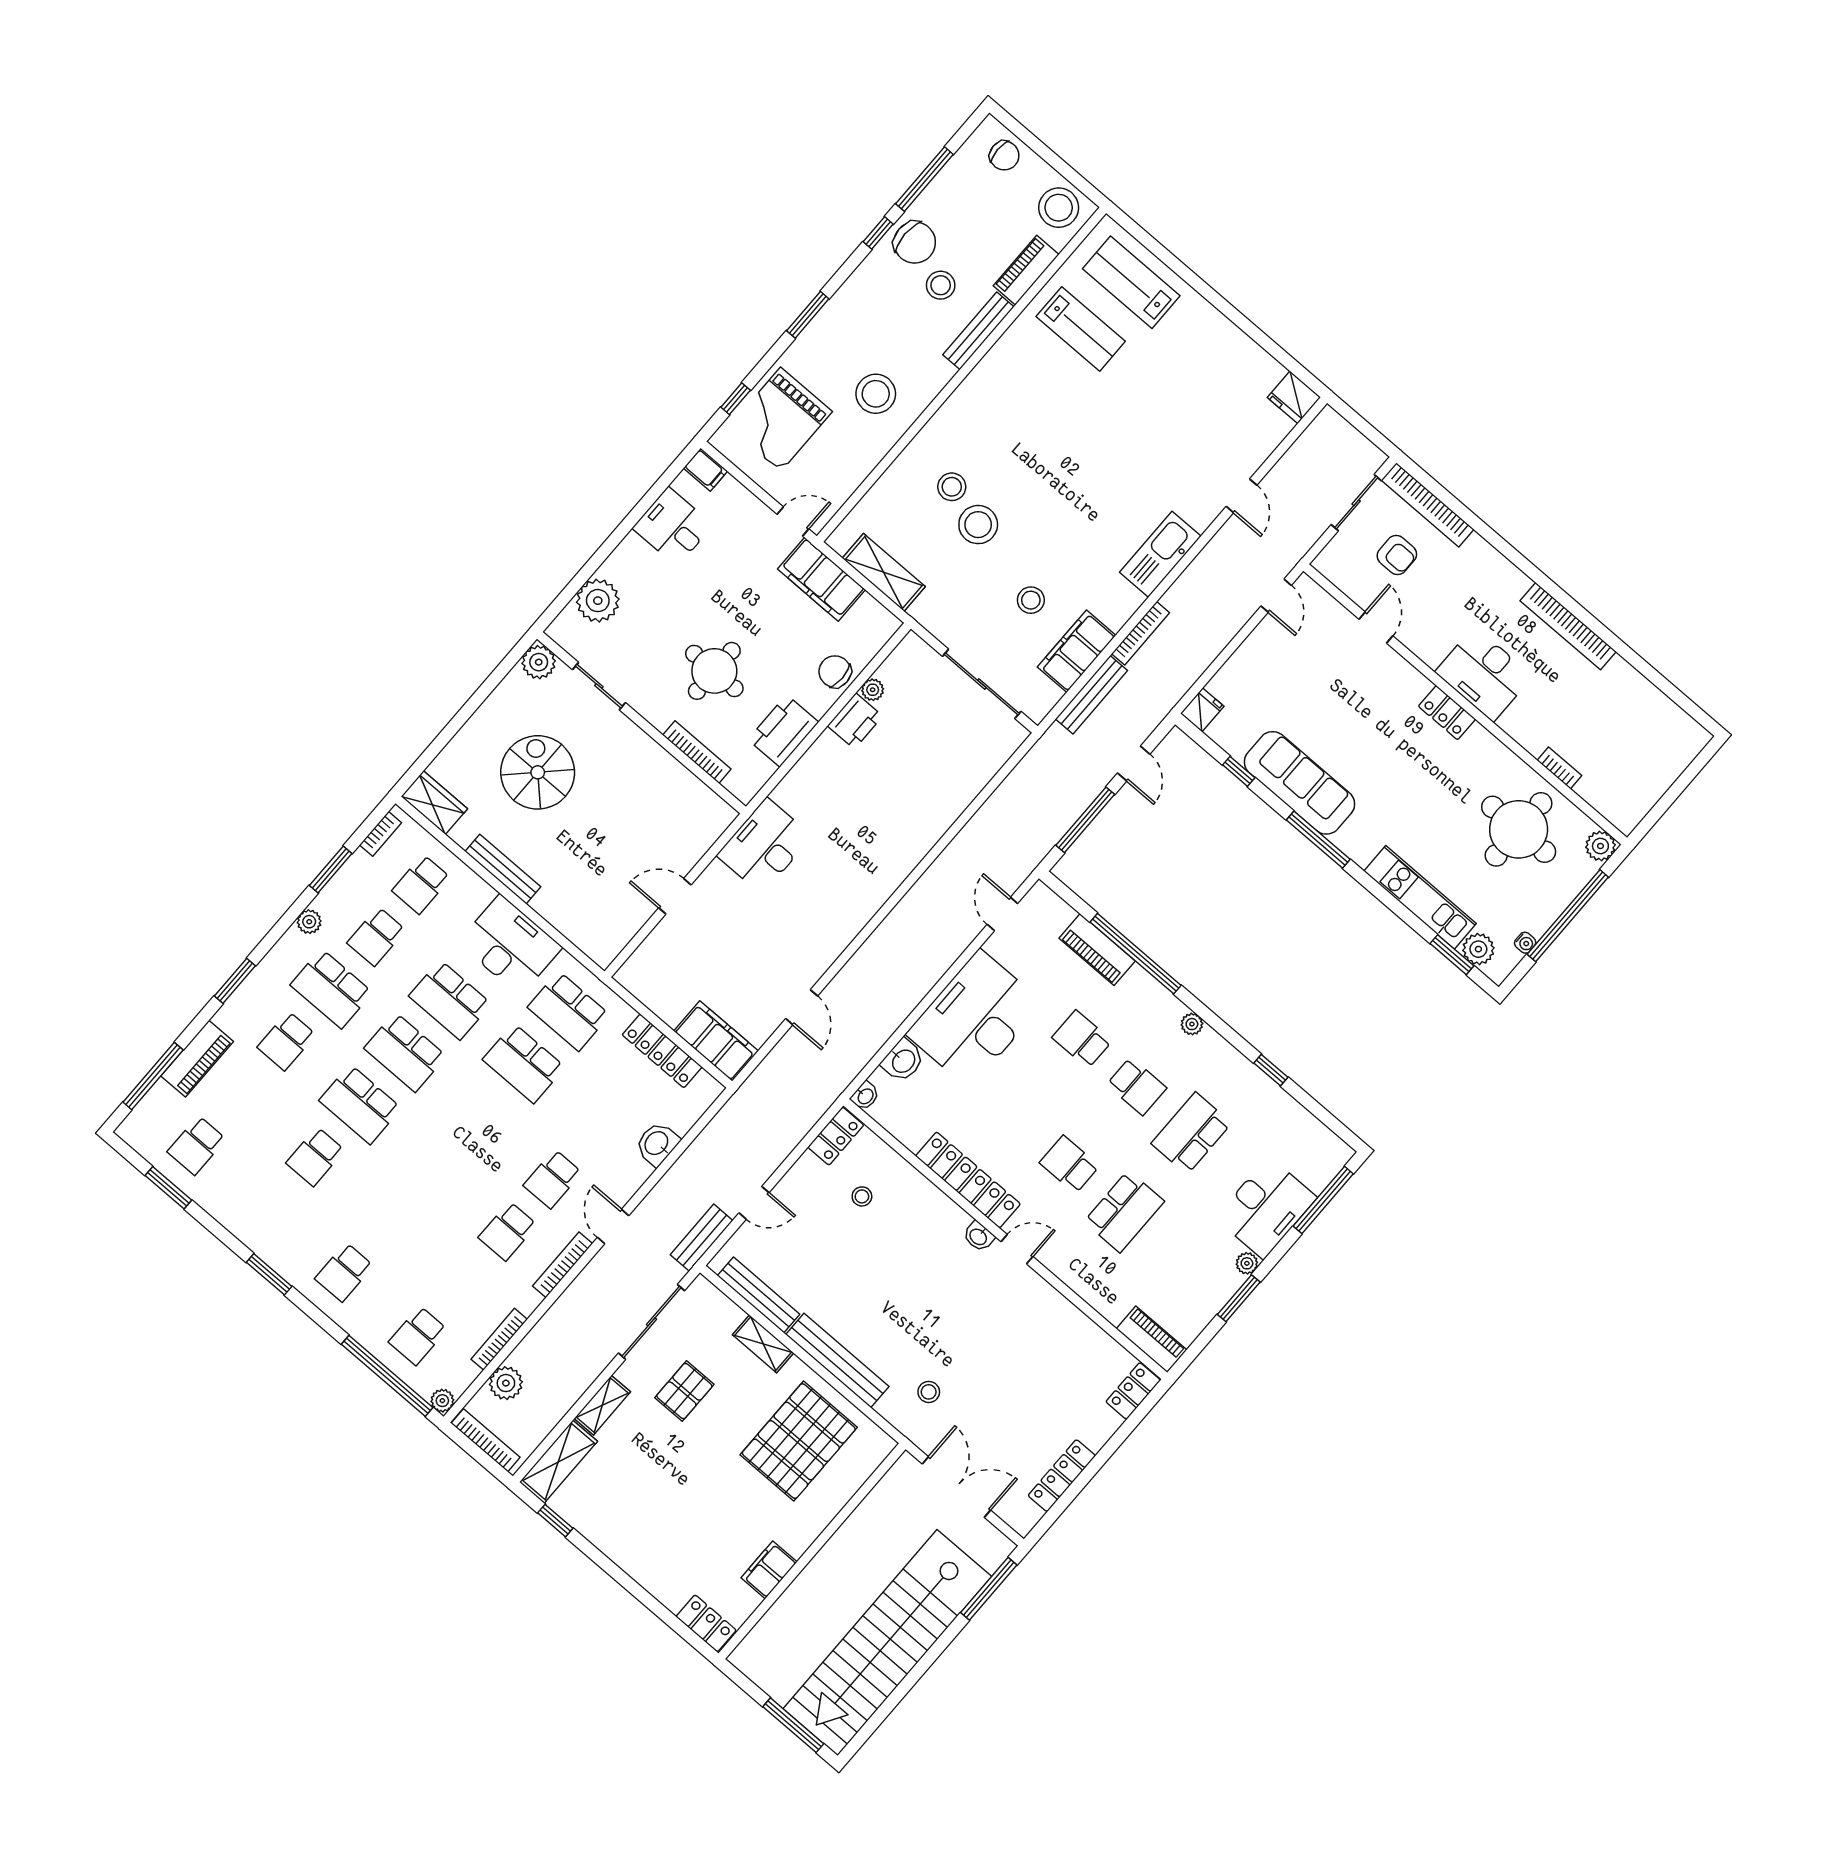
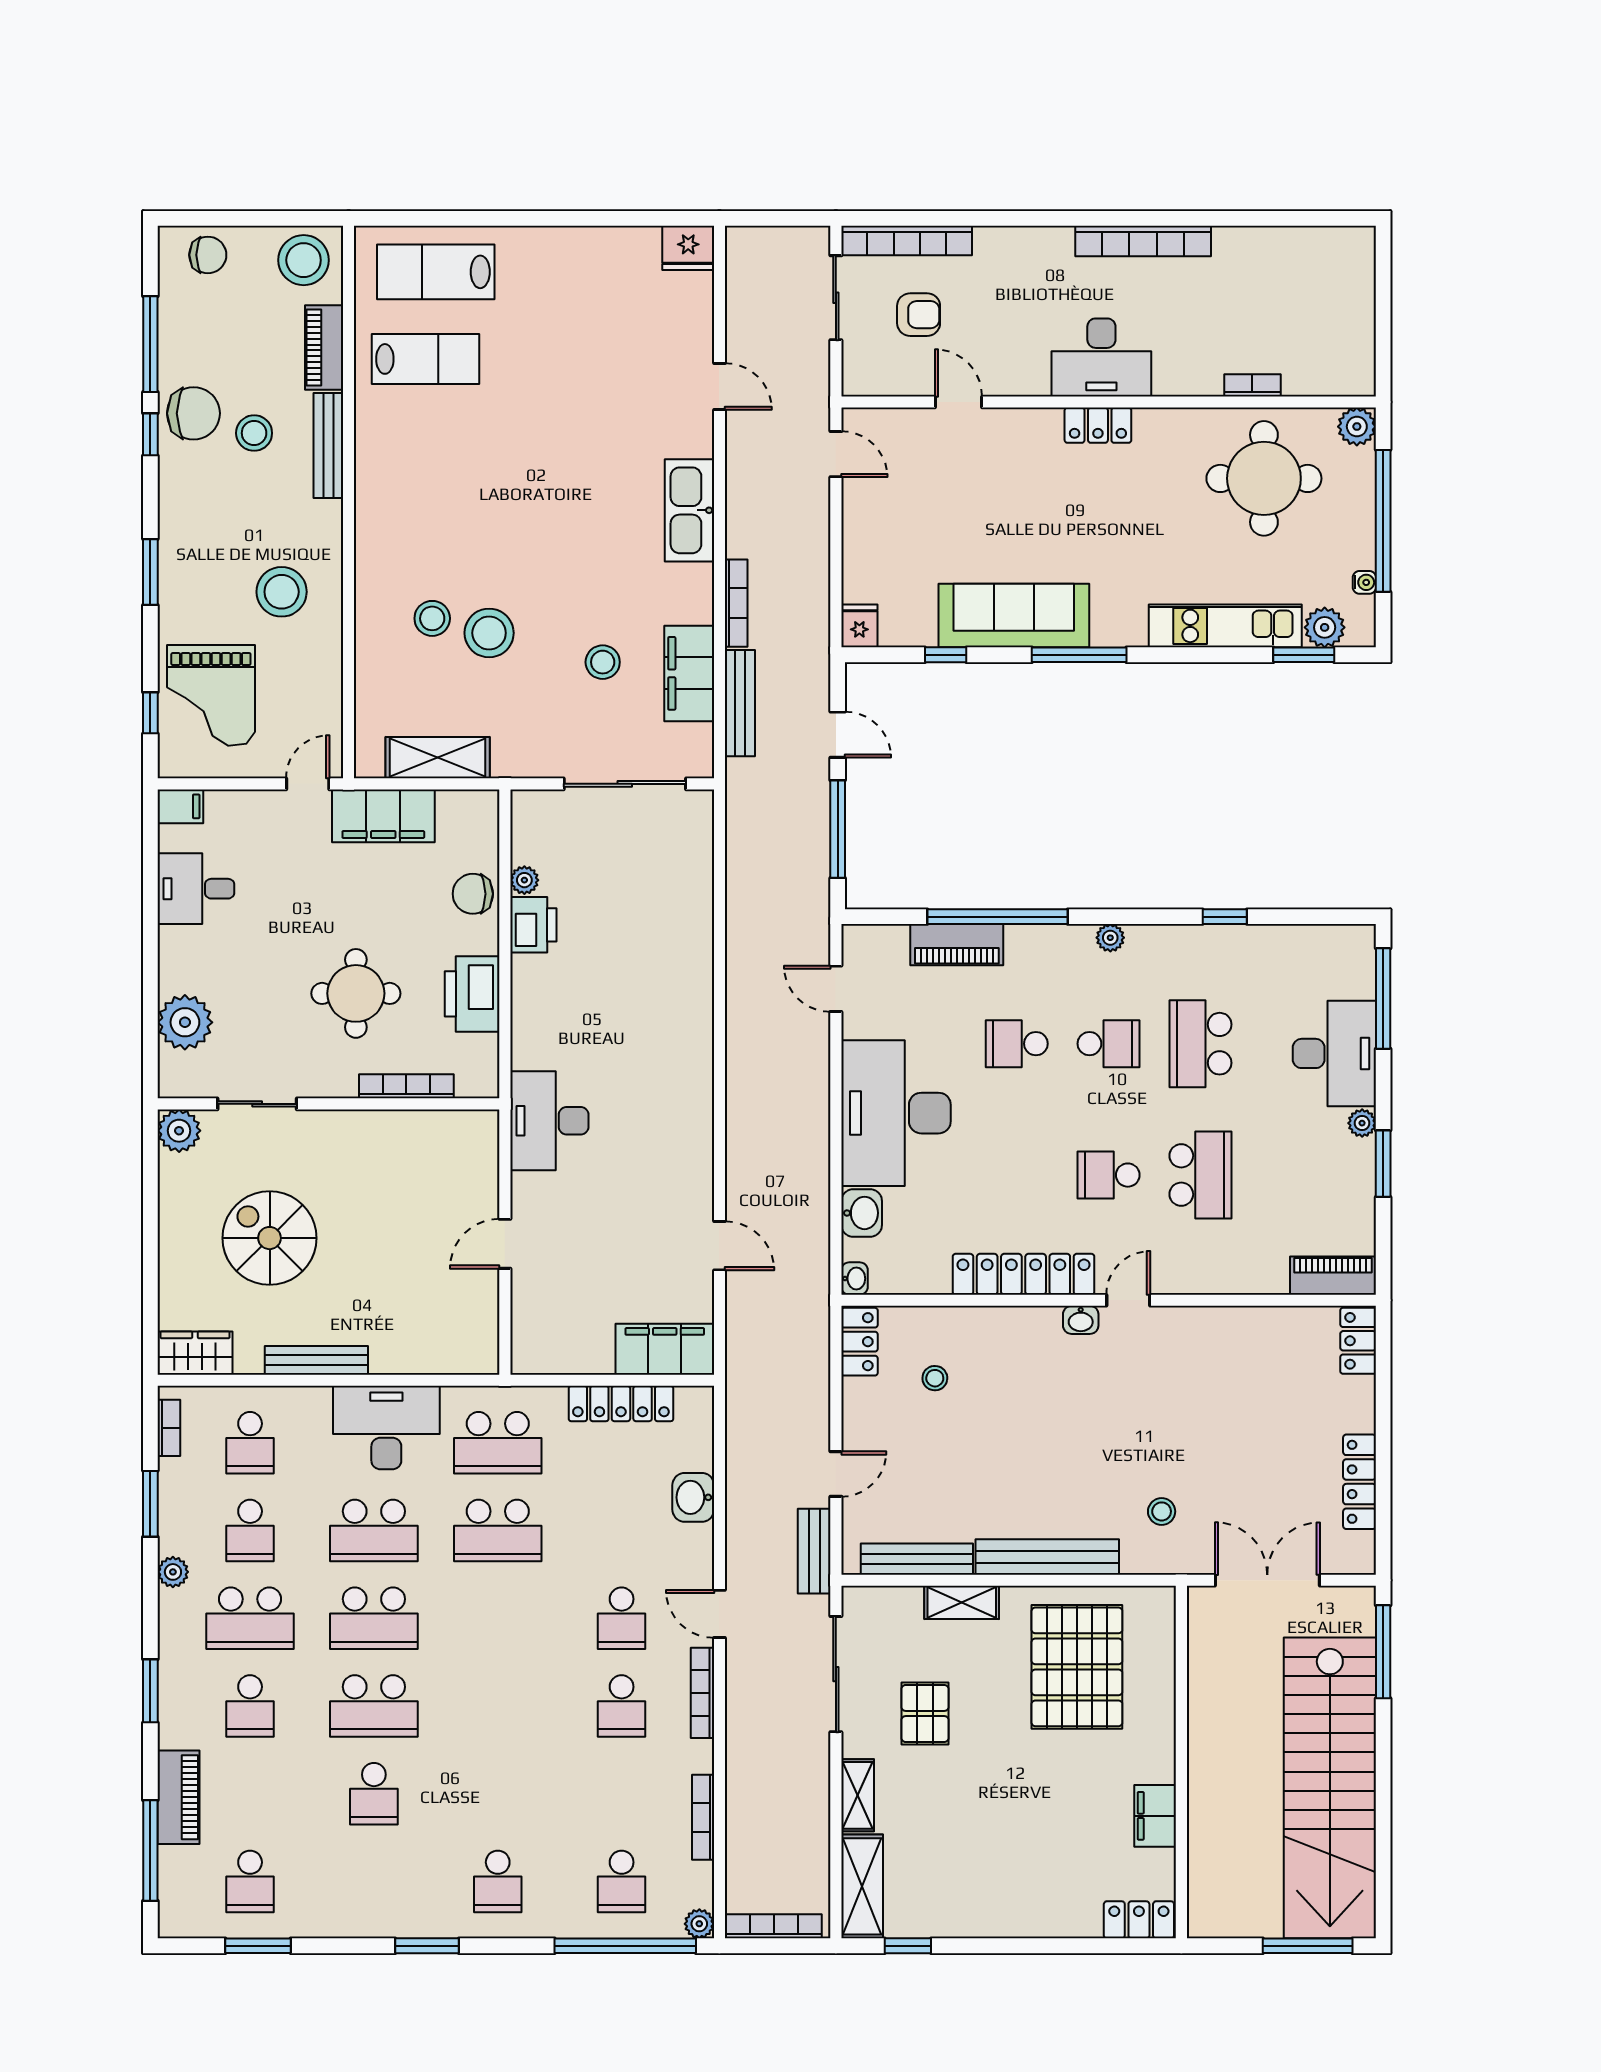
plant: (506, 1383) -> (746, 1854), removed

